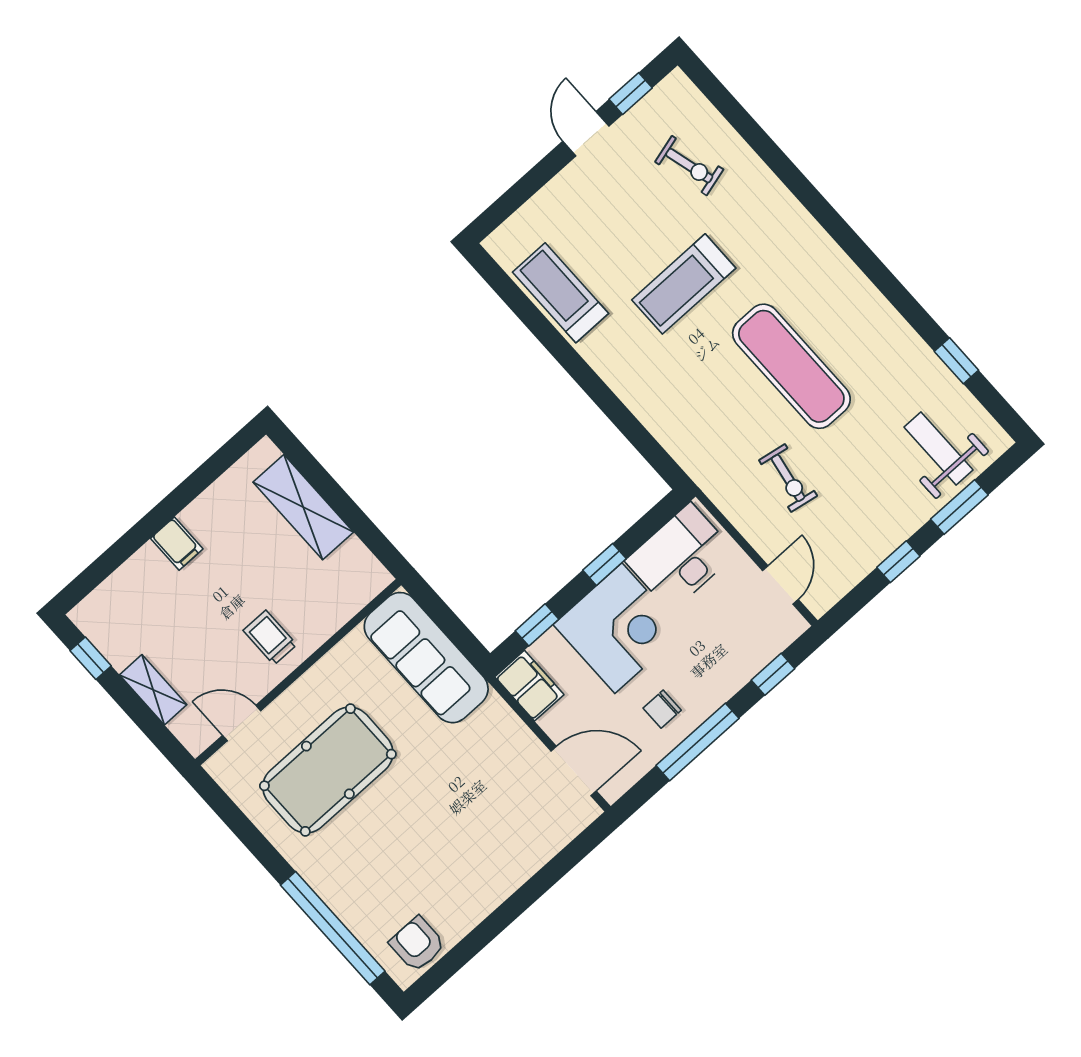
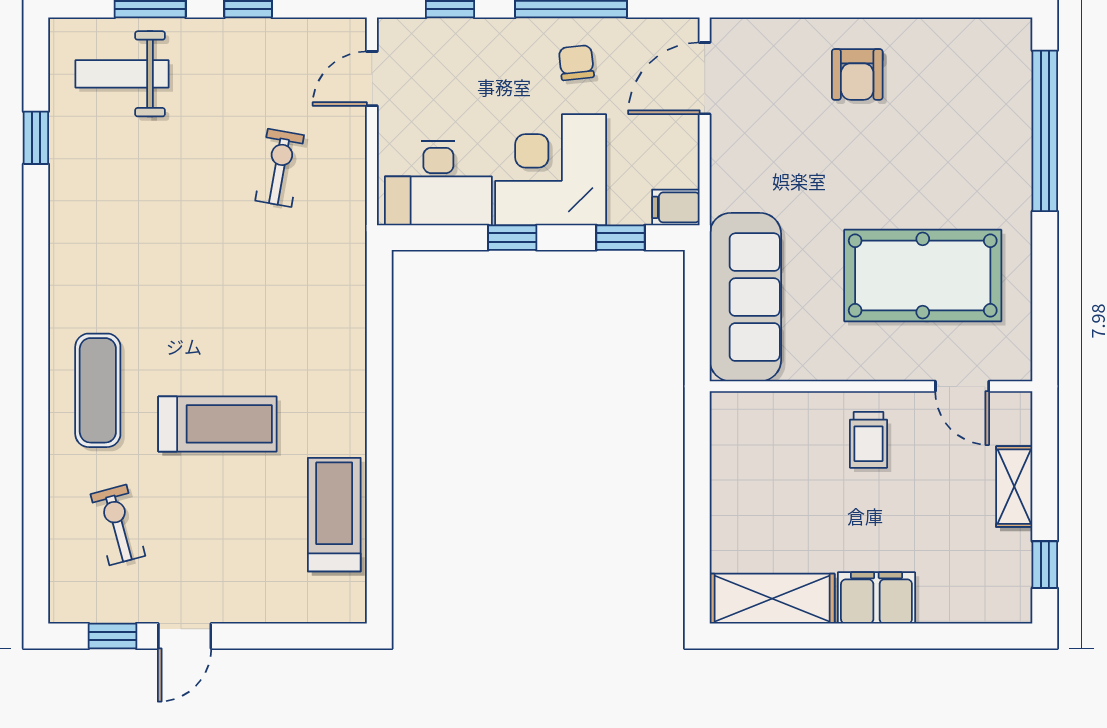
treadmill: (560, 293) -> (334, 515), turned 180
exercise mat: (791, 366) -> (98, 390), moved, width x0.73, depth x0.69
weight bench: (939, 449) -> (122, 74), turned 90
shelving: (303, 507) -> (772, 599), moved, turned 90
filing cabinet: (177, 544) -> (876, 598), width x2.00
filing cabinet: (529, 686) -> (676, 207), width x0.50
chair: (662, 709) -> (576, 63), turned -96
door: (574, 771) -> (705, 78), hinge flipped
armchair: (417, 944) -> (857, 74), moved

